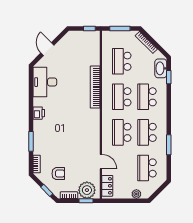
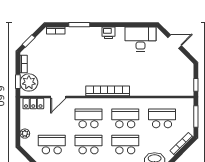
bookcase: (95, 87) -> (108, 91), moved
armchair: (58, 174) -> (46, 53), removed

